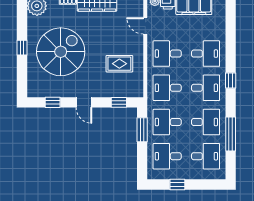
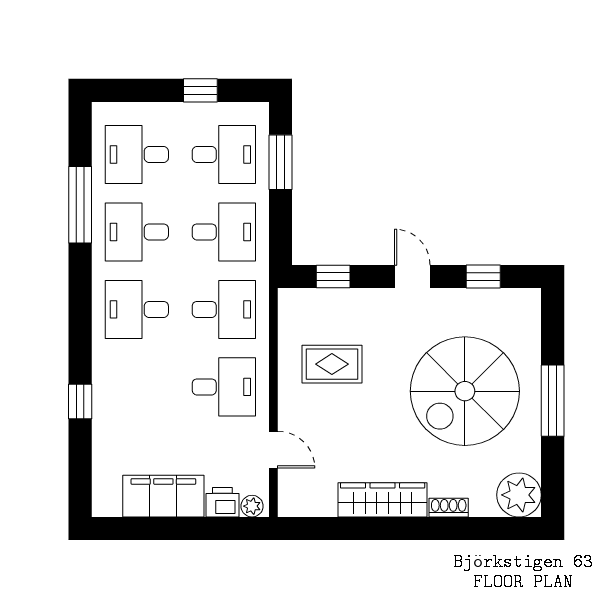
window: (22, 48) -> (553, 401), width x2.17
desk: (206, 54) -> (137, 387), removed
window: (231, 81) -> (80, 402), moved
window: (142, 130) -> (281, 162), moved

